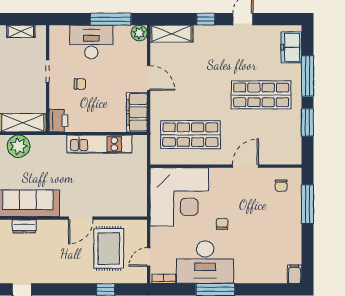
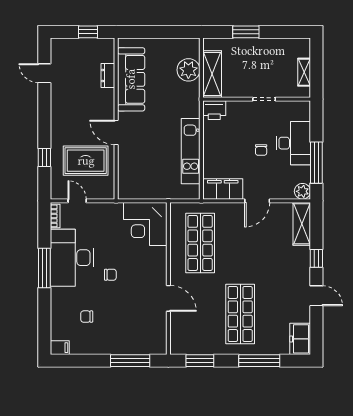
freezer: (291, 47) -> (300, 339), moved, turned -90
chair: (80, 84) -> (261, 150), moved
window: (307, 122) -> (200, 361), moved
chair: (281, 186) -> (87, 317), moved
corner desk: (179, 197) -> (145, 224), width x0.74, depth x0.74

